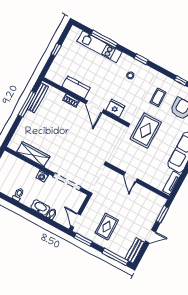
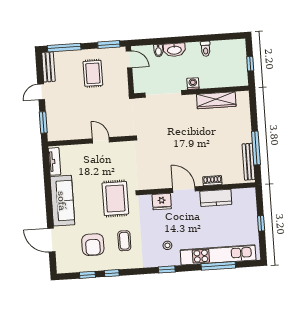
kitchen unit: (100, 47) -> (218, 255), width x1.36

